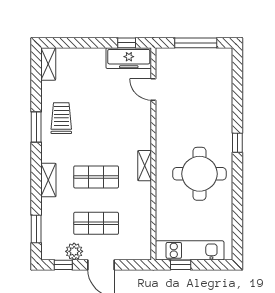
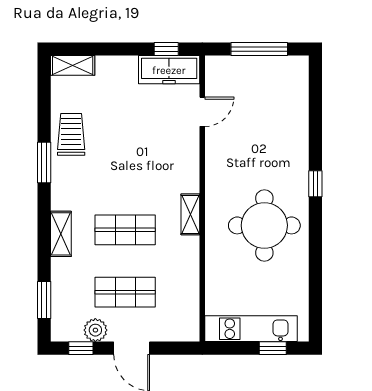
shelving: (48, 64) -> (73, 65), moved, turned 90
door: (153, 89) -> (202, 112), swing flipped
trolley: (61, 118) -> (71, 134), moved
window: (181, 265) -> (273, 348), moved

